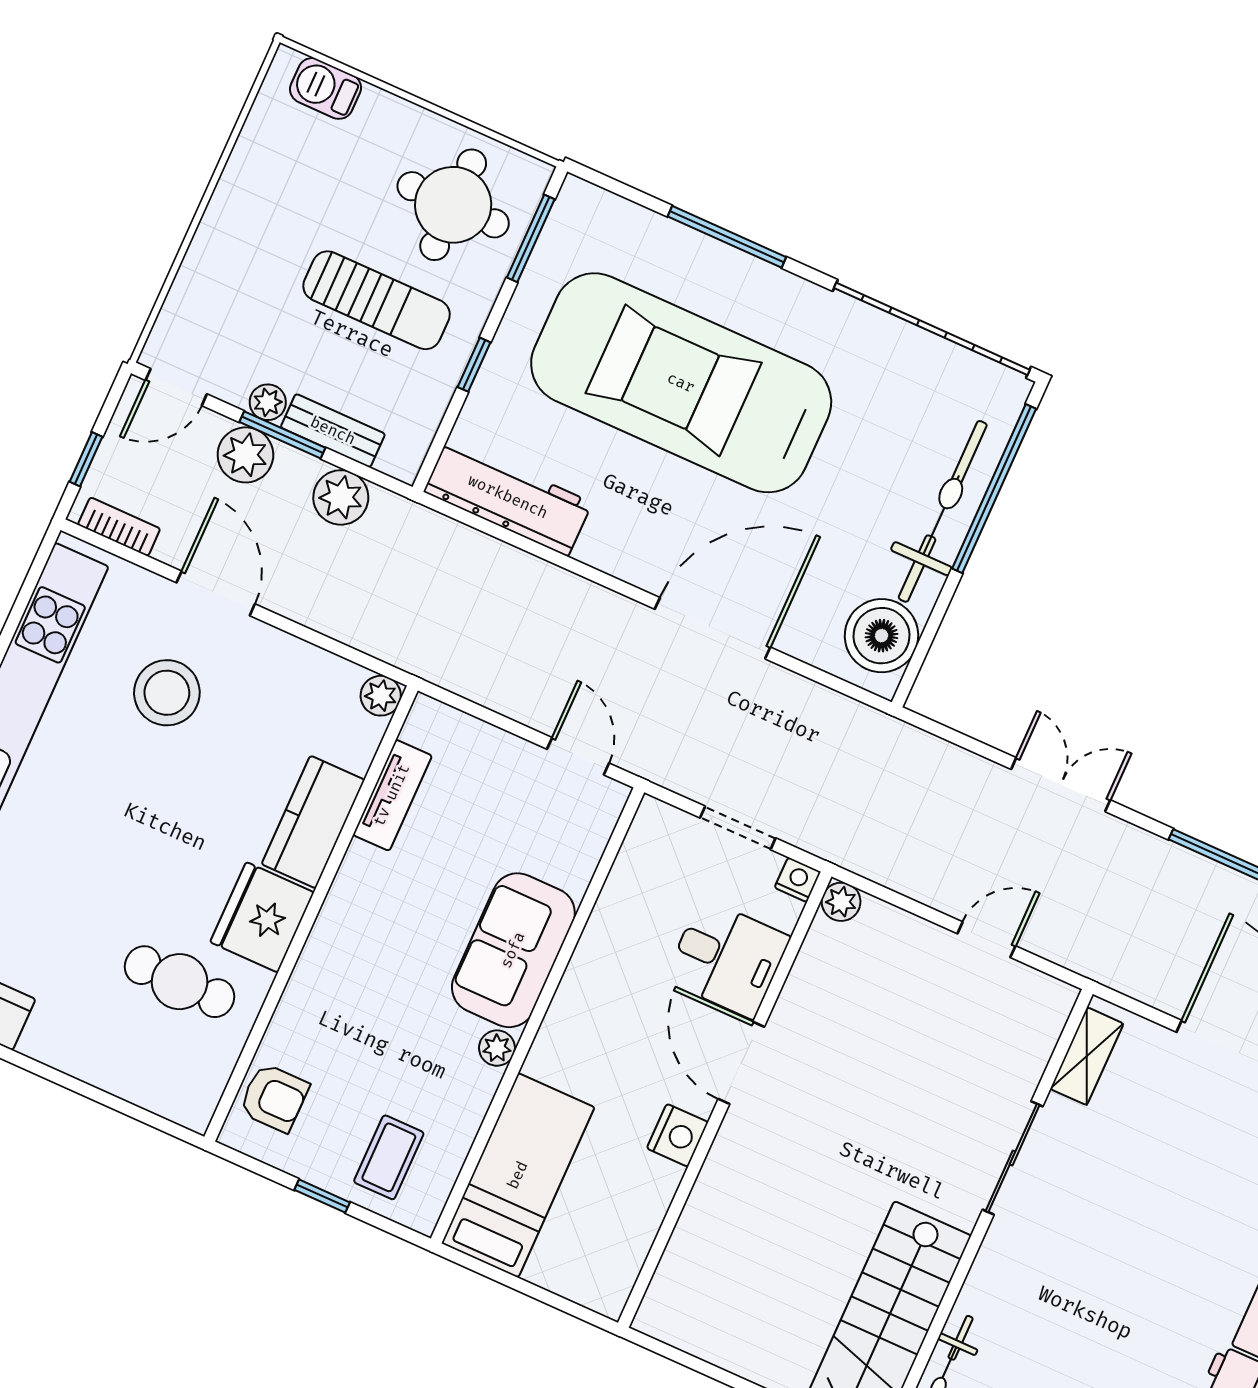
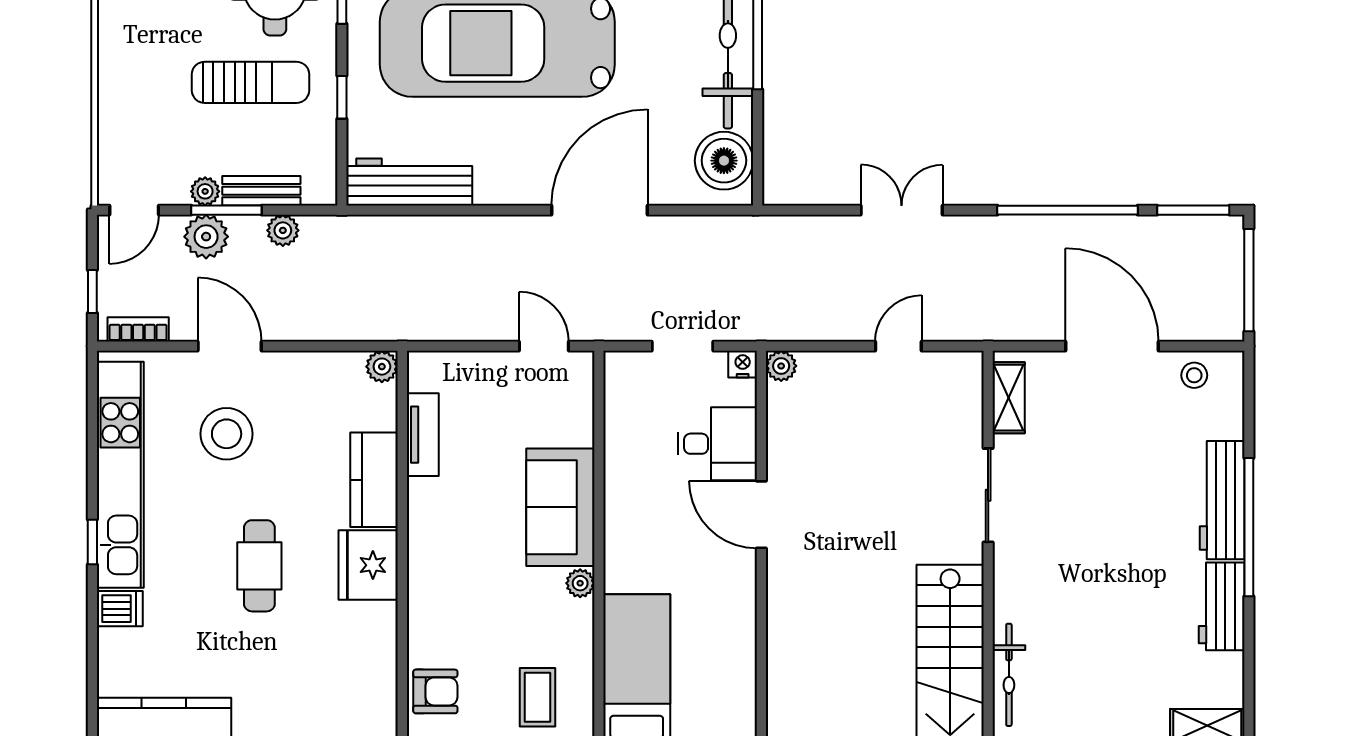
plant: (341, 497) -> (283, 230), width x0.73, depth x0.73
cafe table: (180, 982) -> (259, 566), moved, turned 90
nightstand: (677, 1135) -> (739, 588), removed

